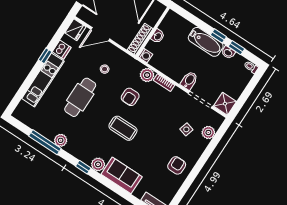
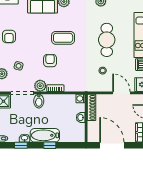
door: (100, 34) -> (121, 93), hinge flipped
window: (218, 36) -> (50, 145), moved
plant: (147, 75) -> (40, 86), moved
armchair: (130, 97) -> (50, 61), moved

